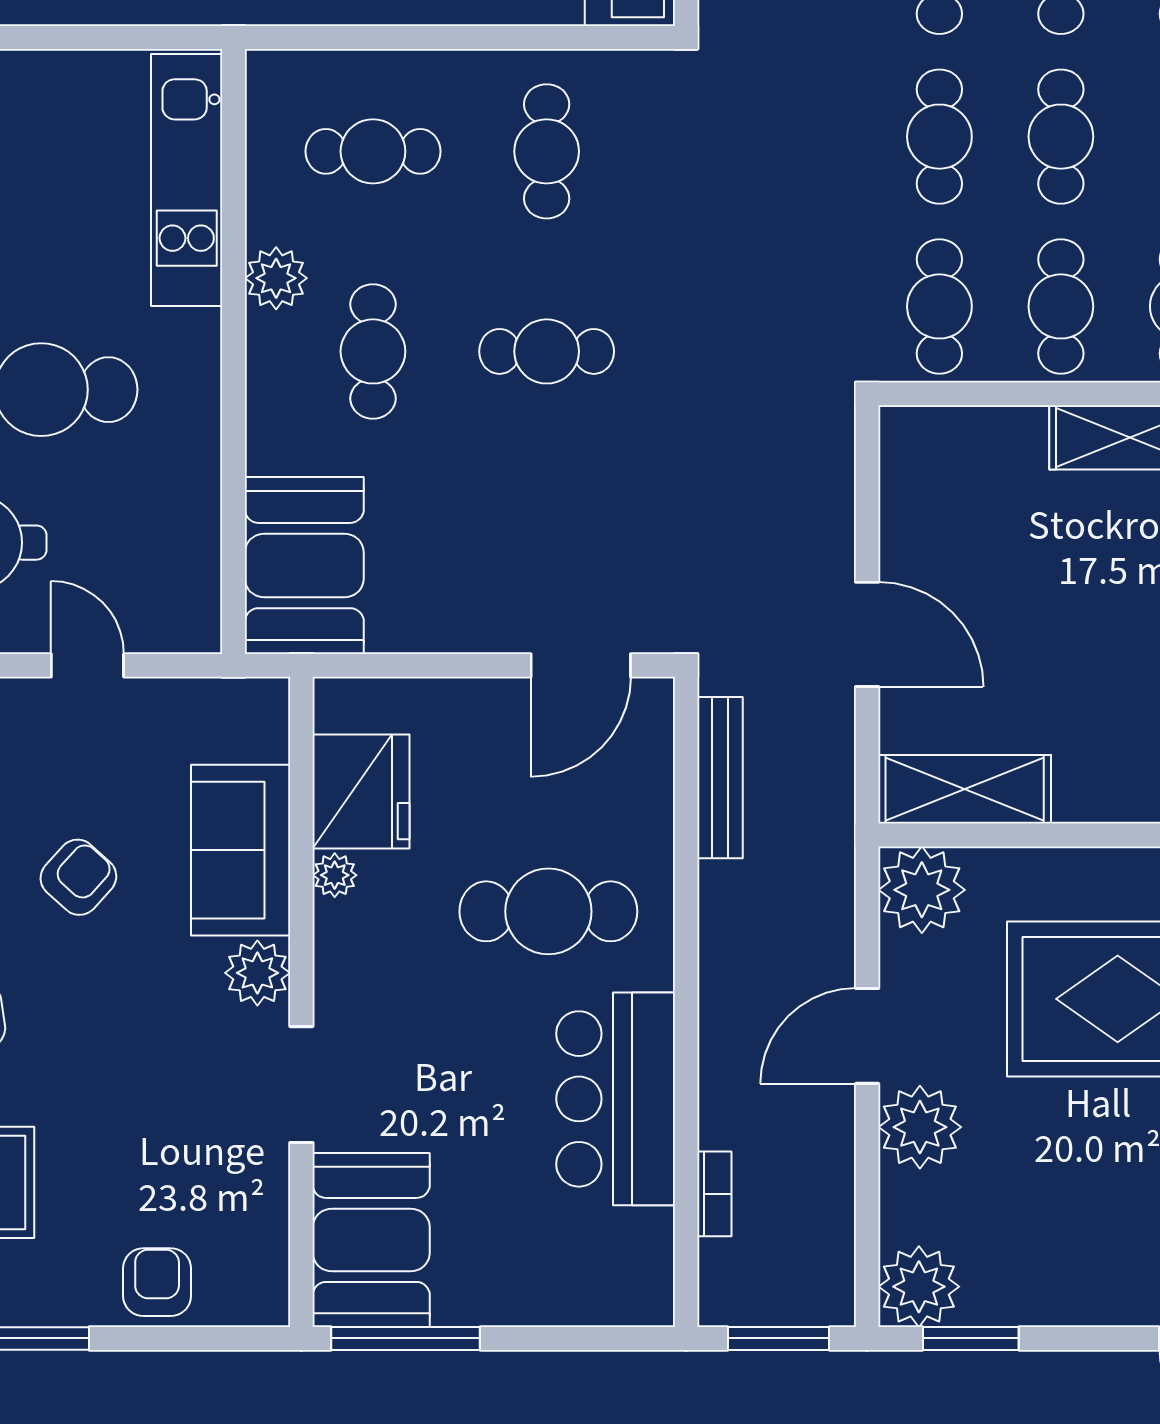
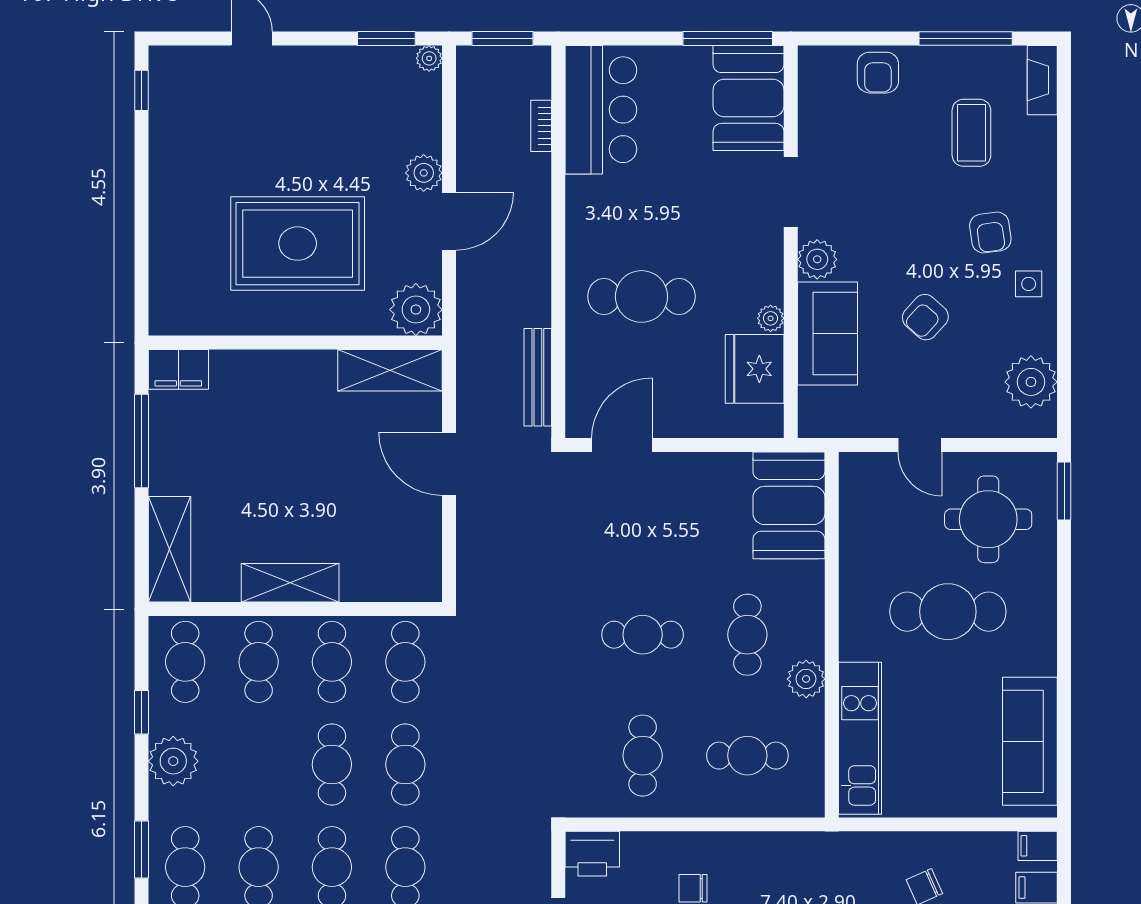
bar counter: (616, 1099) -> (601, 110), moved
plant: (920, 1127) -> (424, 173), width x0.73, depth x0.73
plant: (919, 1287) -> (429, 58), width x0.53, depth x0.53

